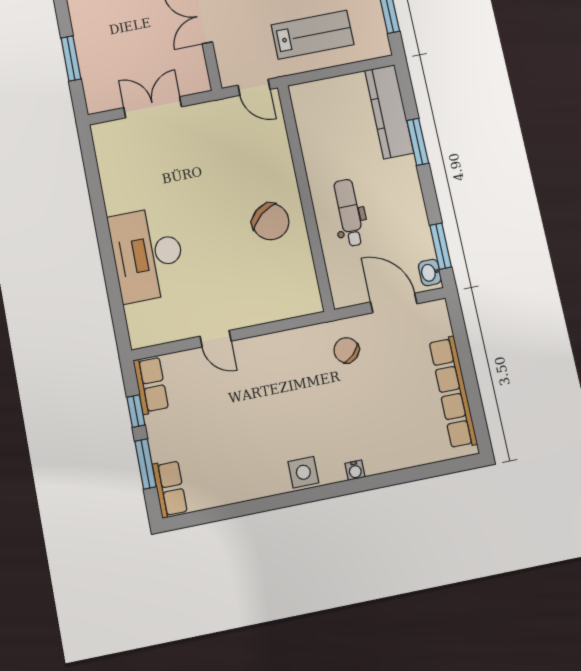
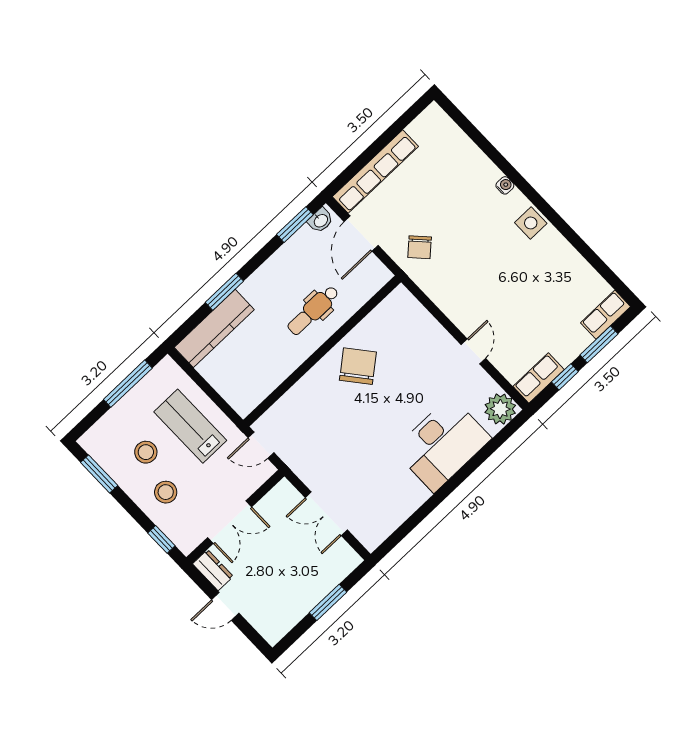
door: (254, 87) -> (261, 445), swing flipped
plant: (145, 330) -> (500, 409), added
row of seats: (453, 392) -> (375, 172), moved

